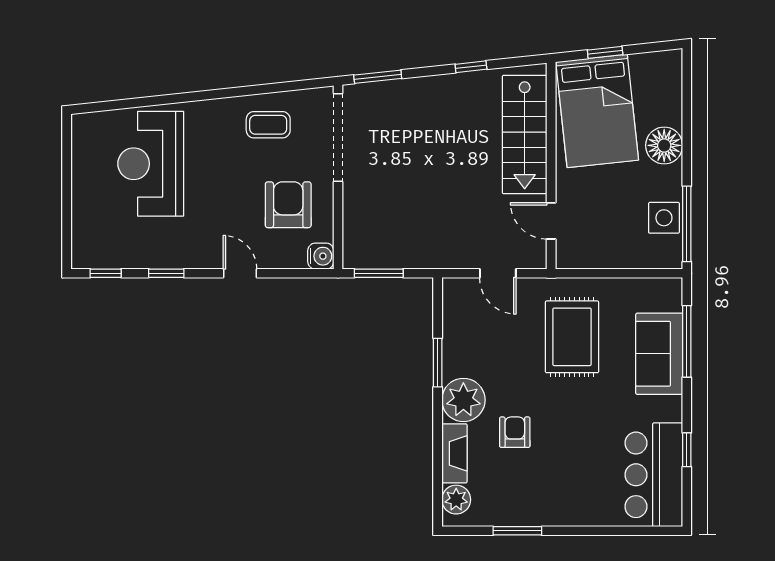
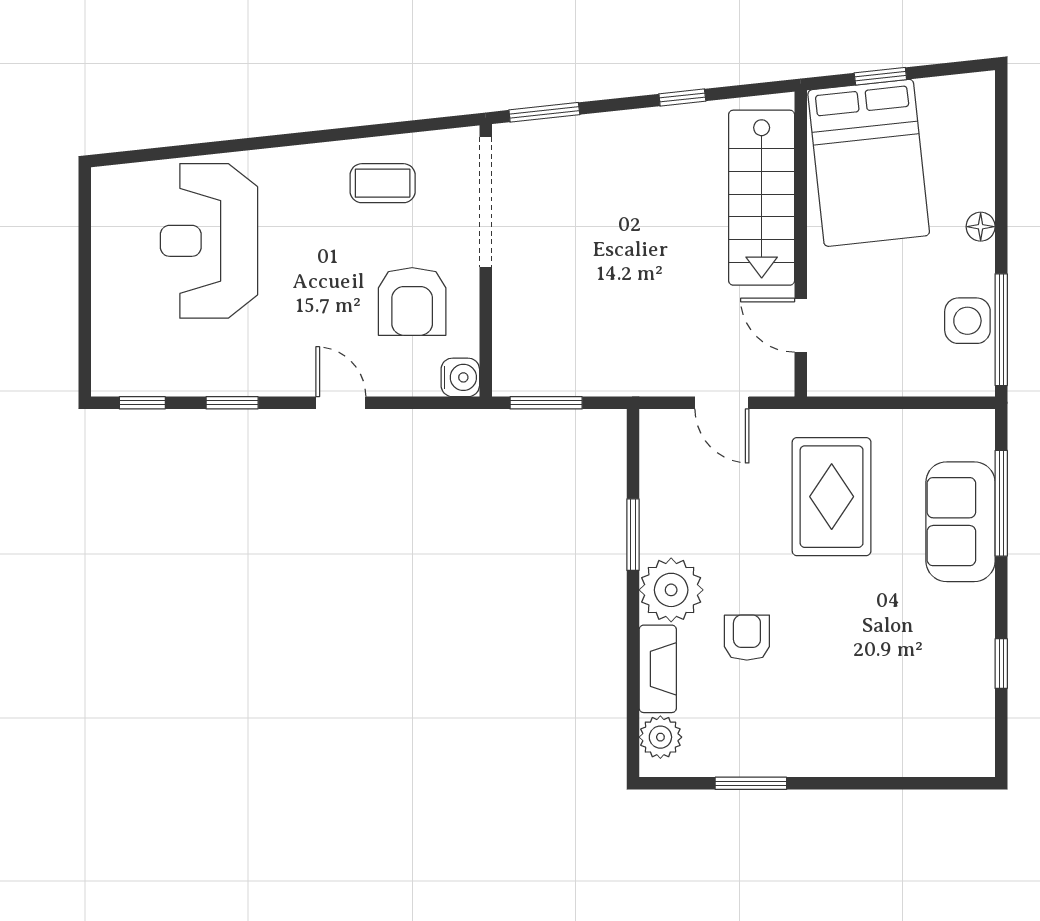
floor lamp: (664, 145) -> (981, 227), width x0.53, depth x0.53
armchair: (288, 205) -> (412, 301), turned 180
bar counter: (654, 475) -> (952, 701), removed

